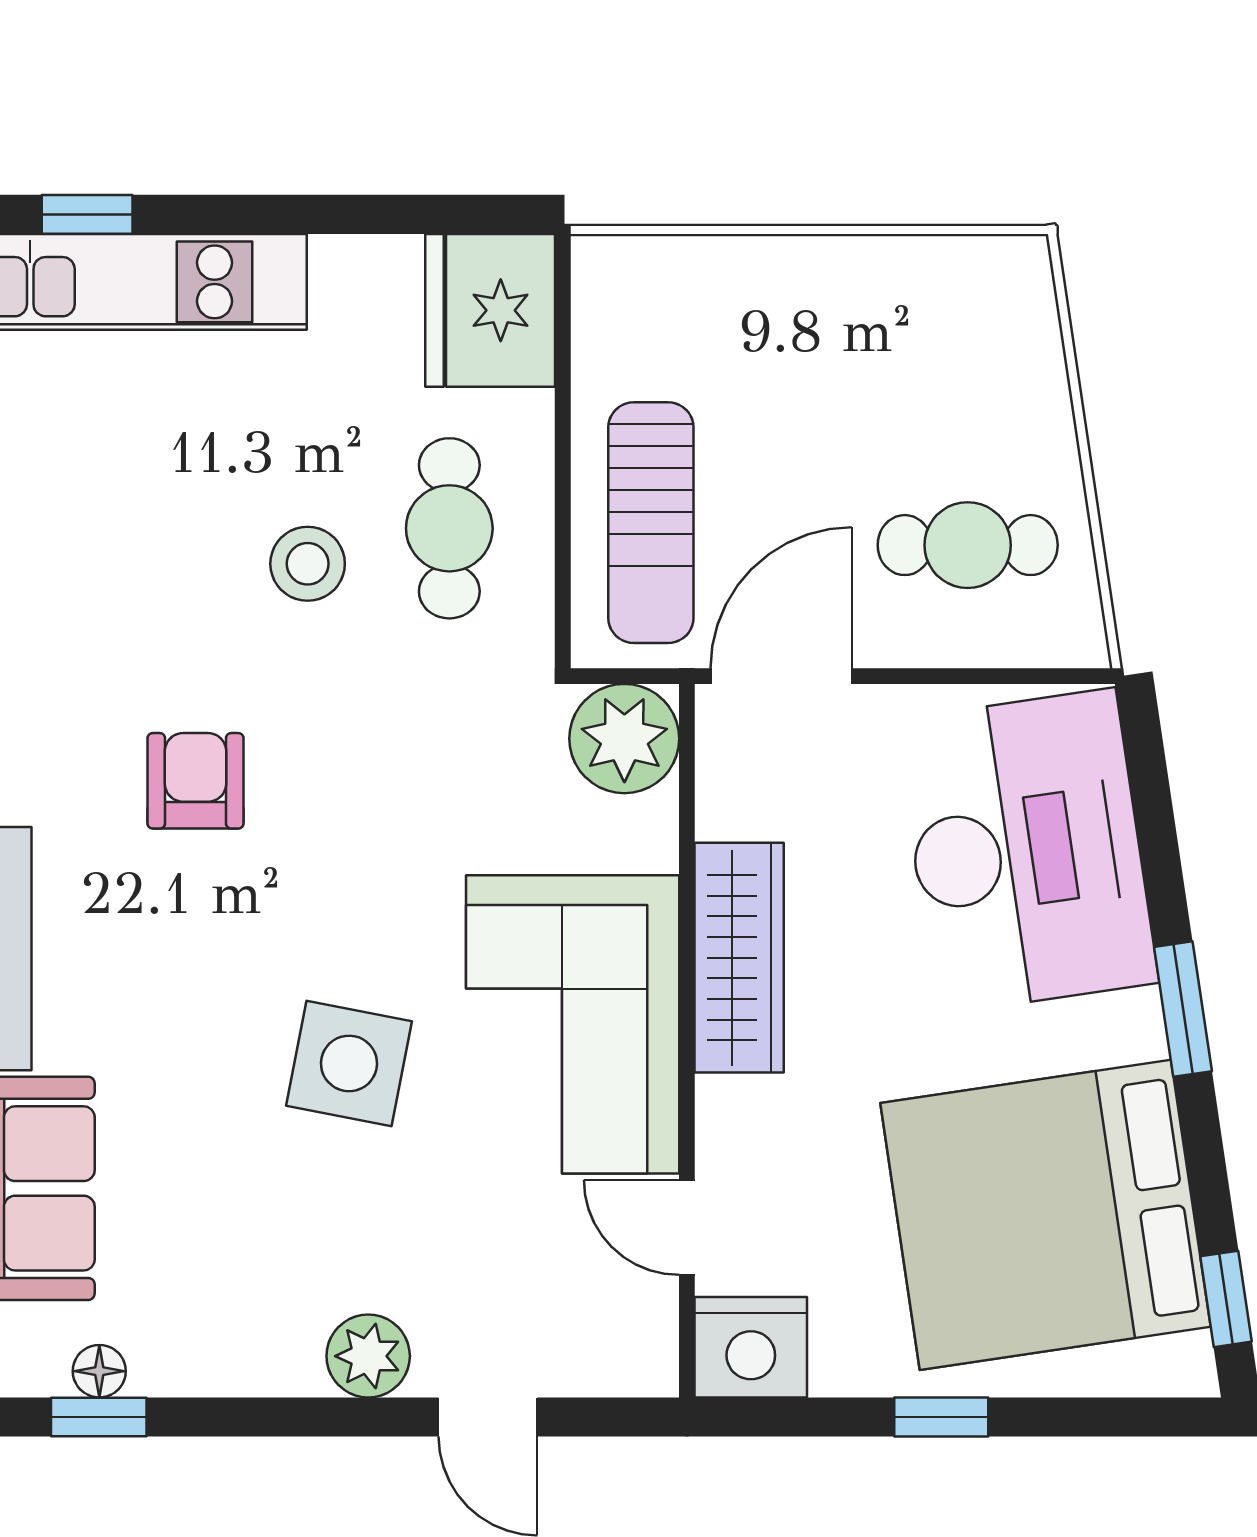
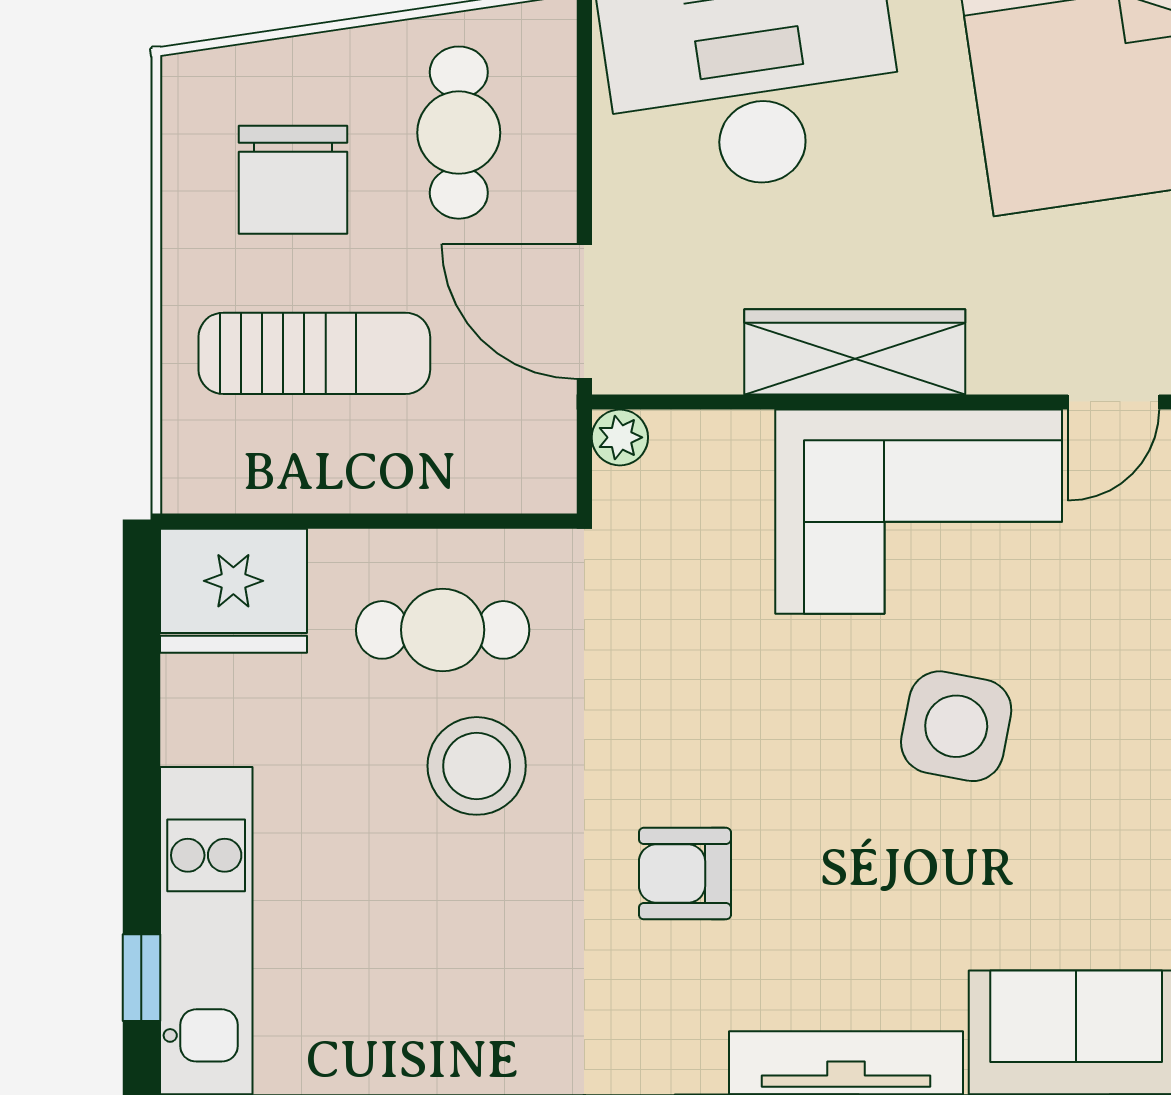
chair: (919, 372) -> (293, 180), added
sun lounger: (651, 523) -> (314, 353), moved
stool: (308, 564) -> (477, 766), width x1.38, depth x1.38
plant: (624, 739) -> (620, 437), width x0.53, depth x0.53

